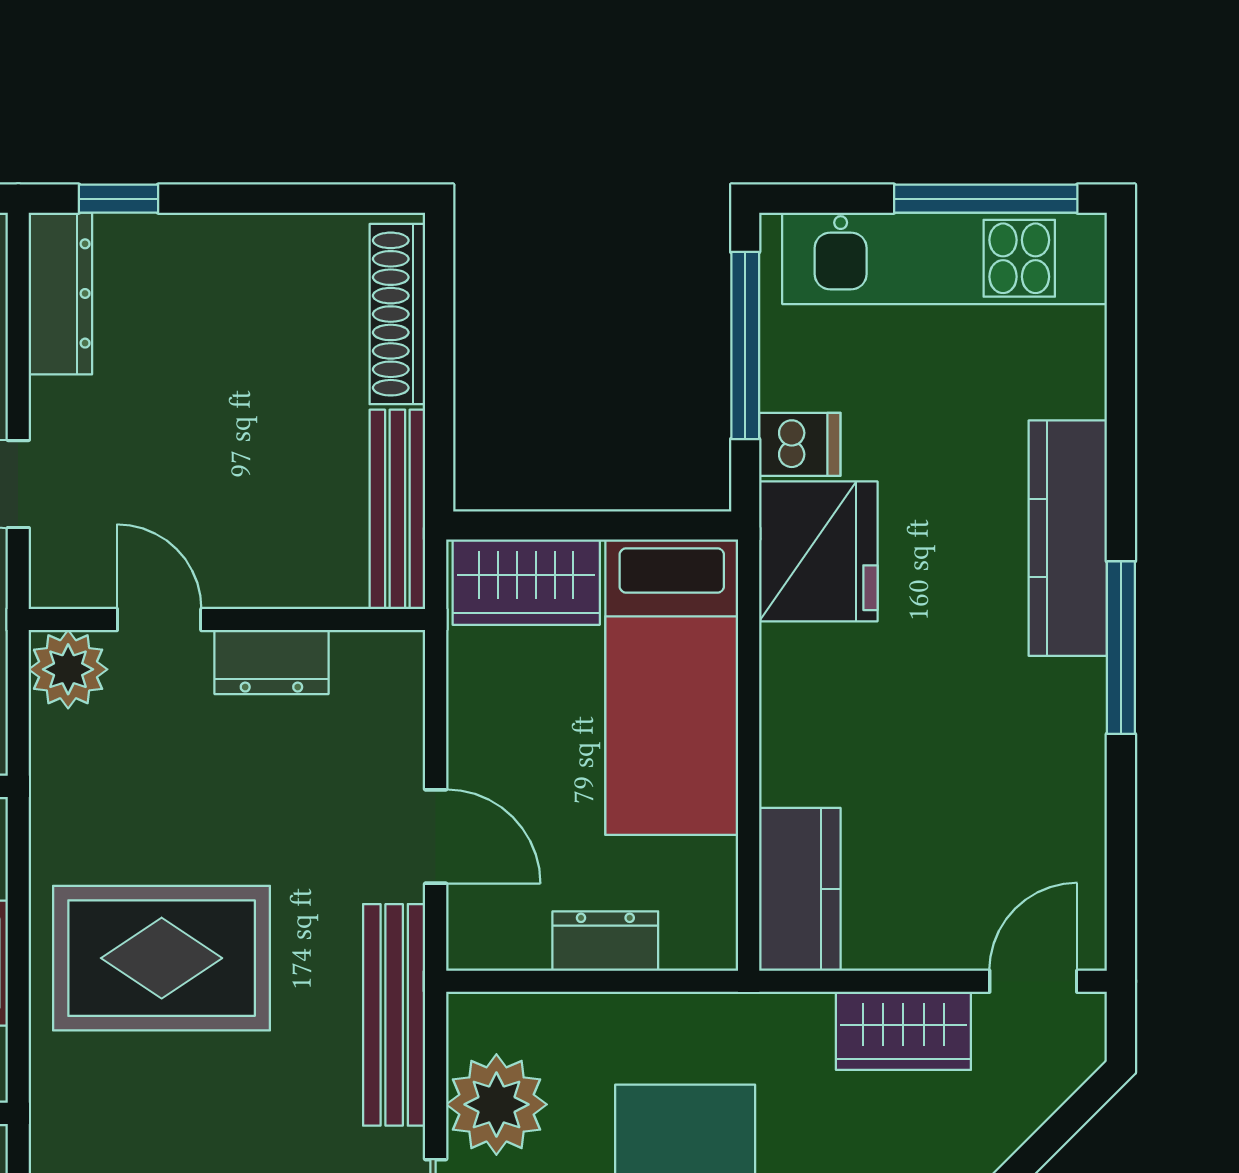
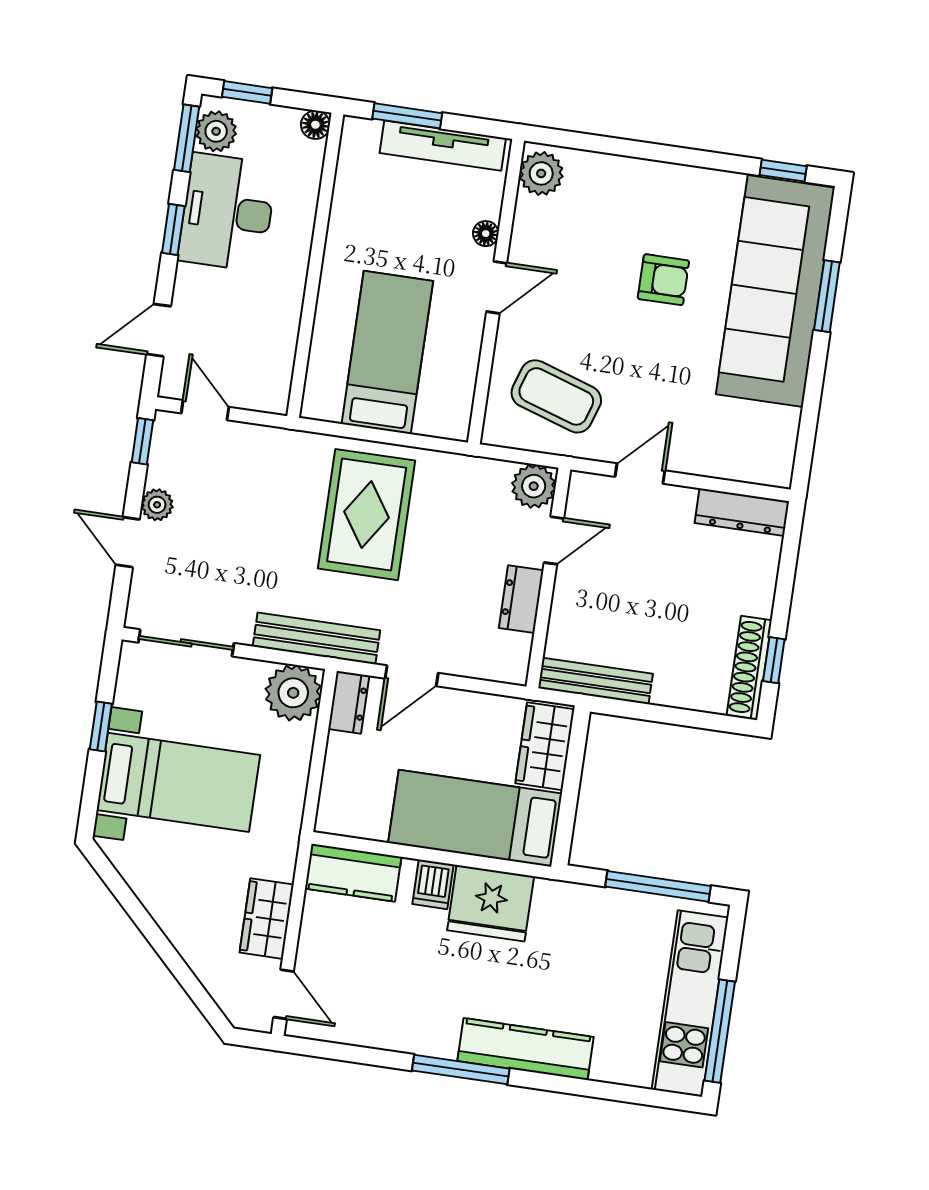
window: (119, 199) -> (774, 660), moved
shoe rack: (397, 314) -> (749, 668), moved, turned -90
dishwasher: (800, 444) -> (433, 884), moved
fridge: (818, 551) -> (491, 903), moved
dresser: (605, 941) -> (349, 702), moved
plant: (496, 1104) -> (293, 693), moved

